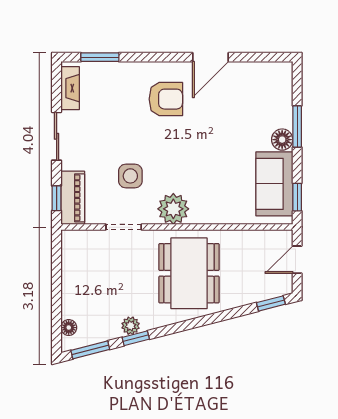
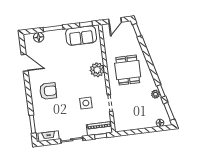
door: (210, 57) -> (25, 63), moved
armchair: (166, 99) -> (48, 91), turned 90
floor lamp: (282, 140) -> (39, 37), moved
plant: (173, 209) -> (97, 70), moved
door: (297, 260) -> (115, 21), hinge flipped
dining table: (189, 273) -> (128, 70), width x0.73

